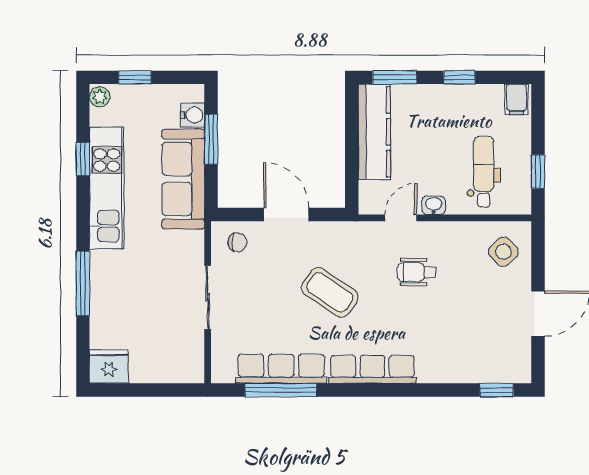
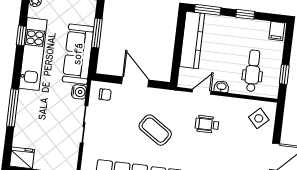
water cooler: (192, 115) -> (79, 92), moved

